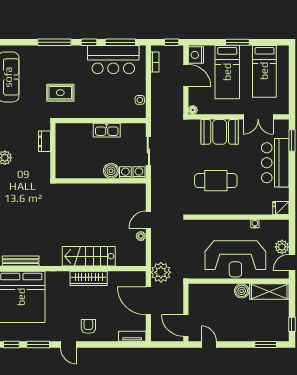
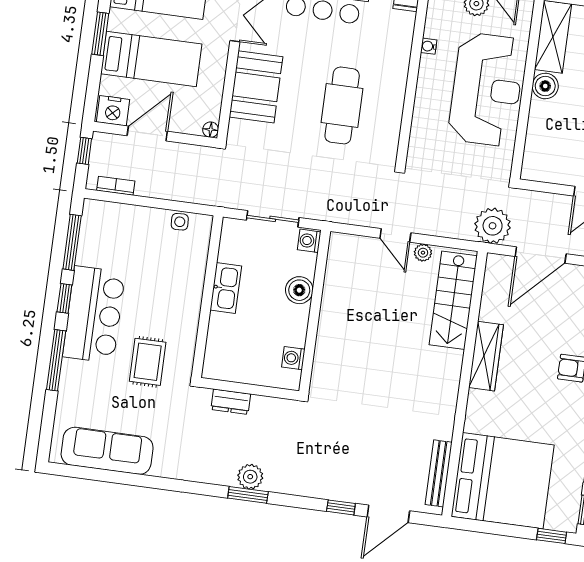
bar counter: (113, 60) -> (94, 315), moved
washing machine: (125, 173) -> (293, 358), moved
stairs: (89, 256) -> (453, 300), moved

